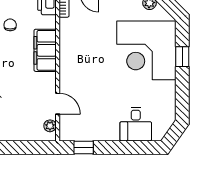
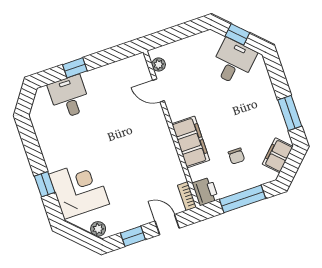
corner desk: (146, 50) -> (79, 189), width x0.74, depth x0.74
window: (84, 147) -> (75, 68), moved

